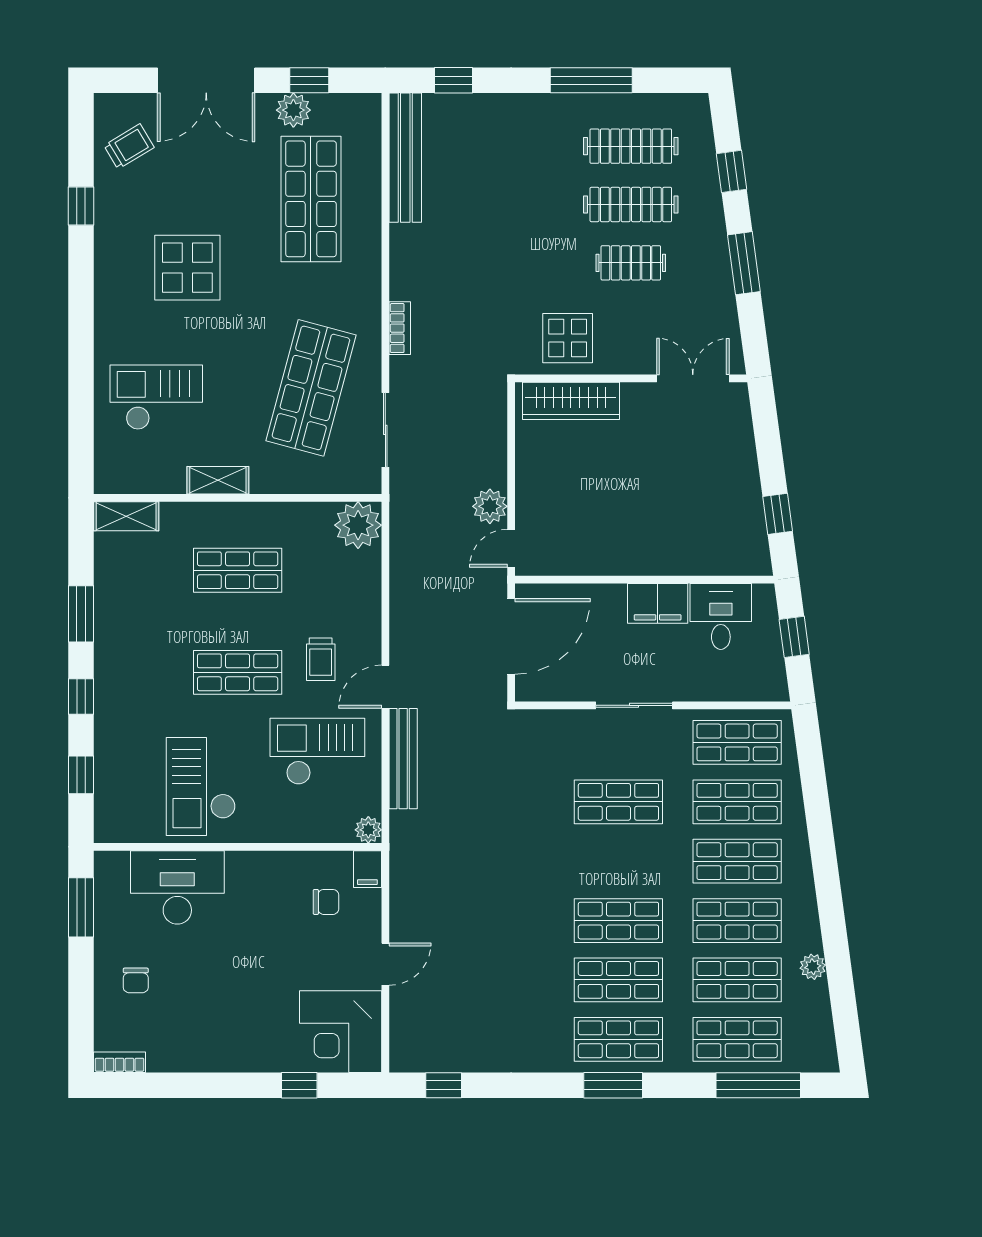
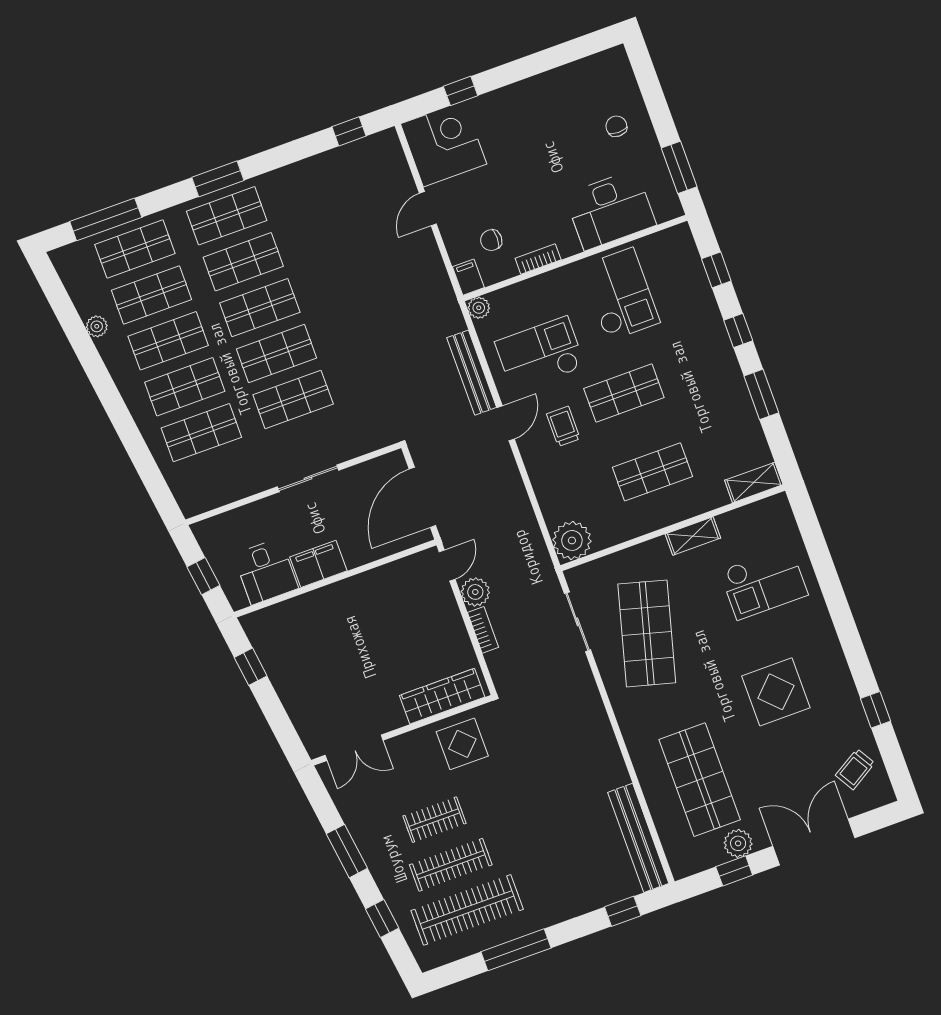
clothes rail: (631, 146) -> (467, 910), width x1.37, depth x1.31
bookcase: (400, 328) -> (483, 630), moved, turned 180
shop shelf: (737, 742) -> (276, 354), moved
checkout: (317, 751) -> (540, 354), turned 180
bookcase: (119, 1062) -> (538, 259), moved, turned 180

